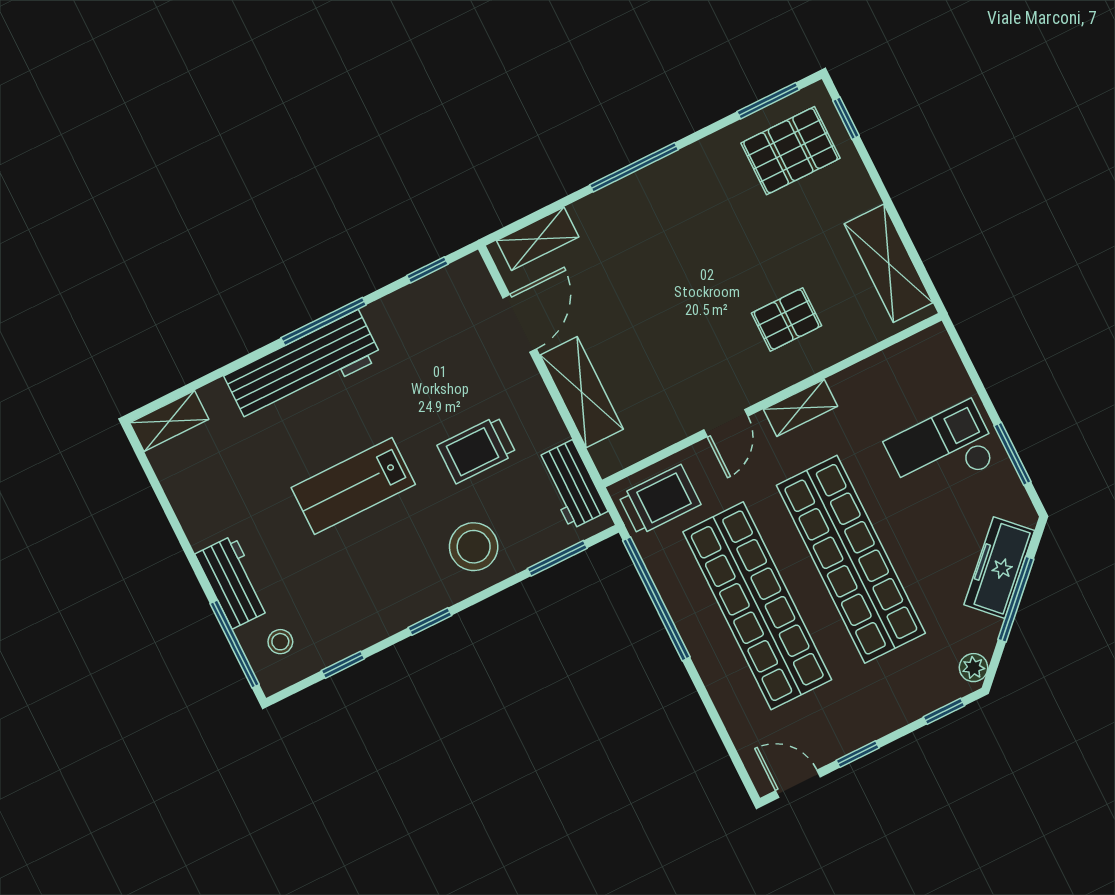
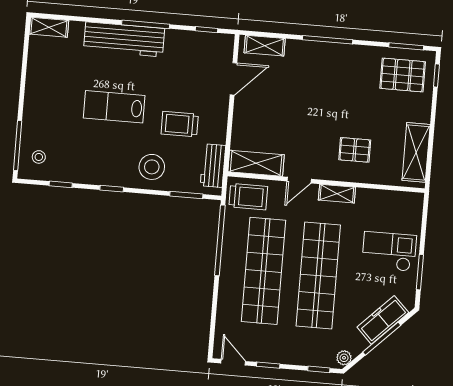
shelving: (582, 392) -> (256, 163), moved, turned 90
workbench: (233, 582) -> (34, 117), removed

